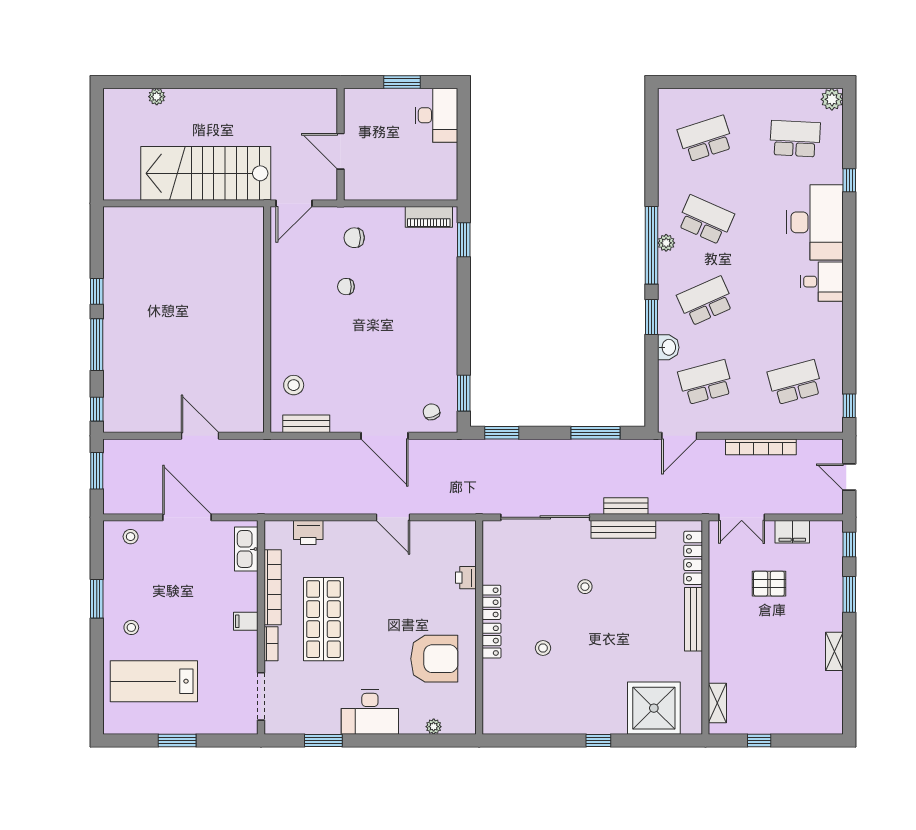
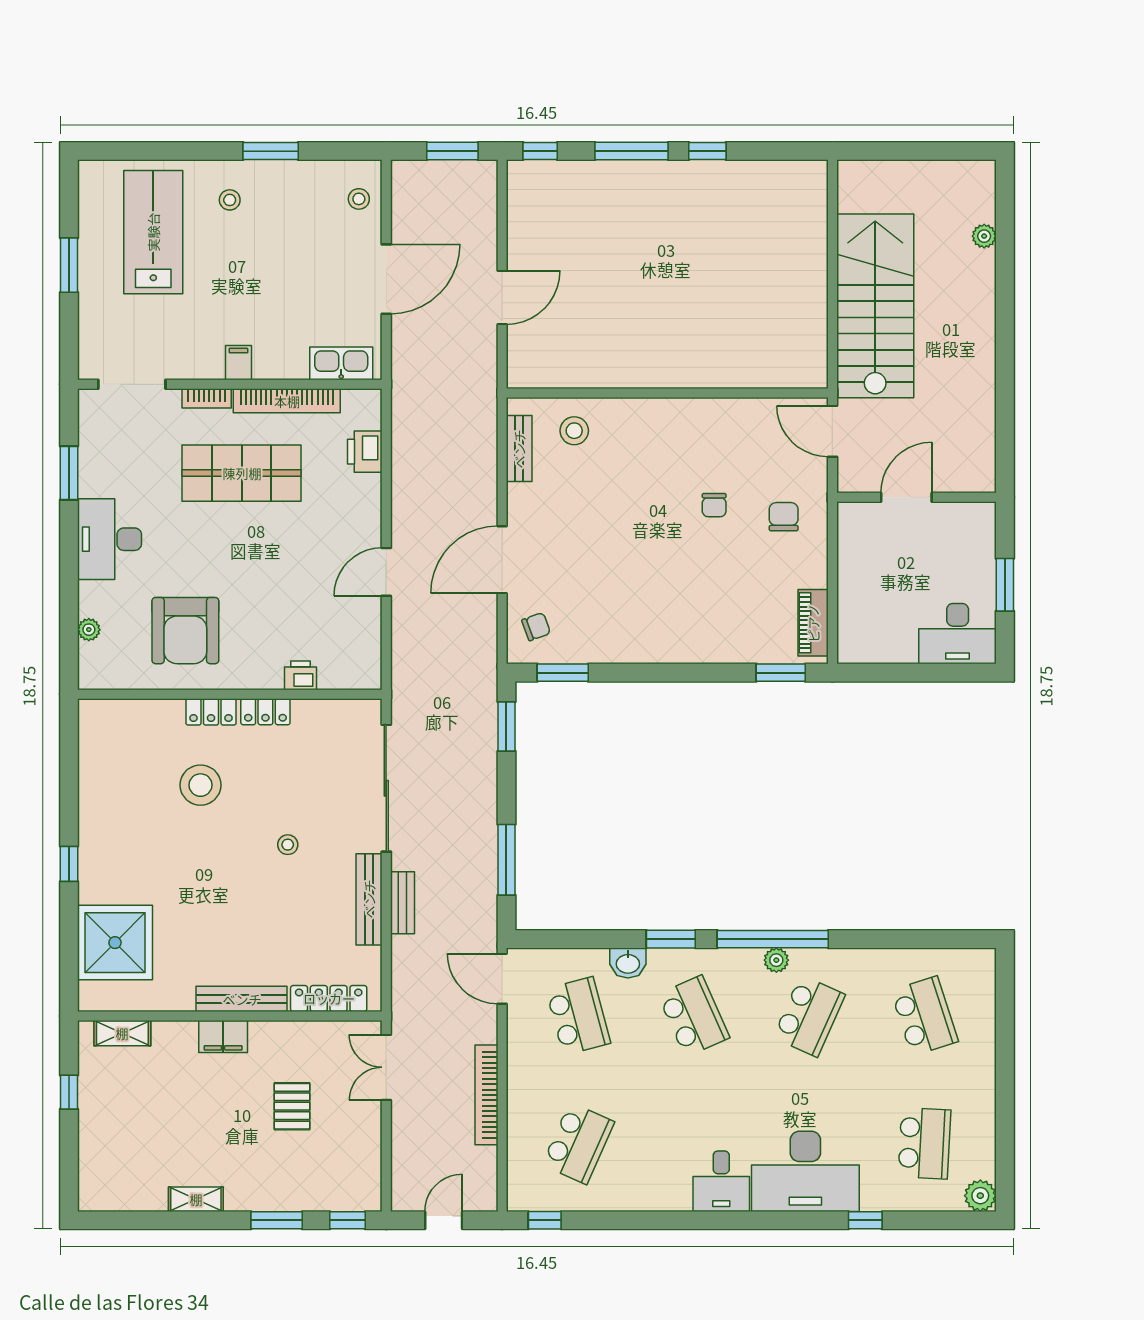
chair: (346, 287) -> (714, 505), turned 180
school desk: (795, 382) -> (578, 1143), turned 39
filing cabinet: (792, 532) -> (223, 1036), moved, turned -90
stool: (543, 648) -> (201, 785), width x1.89, depth x1.89

